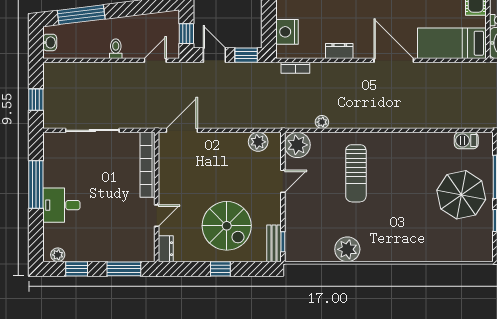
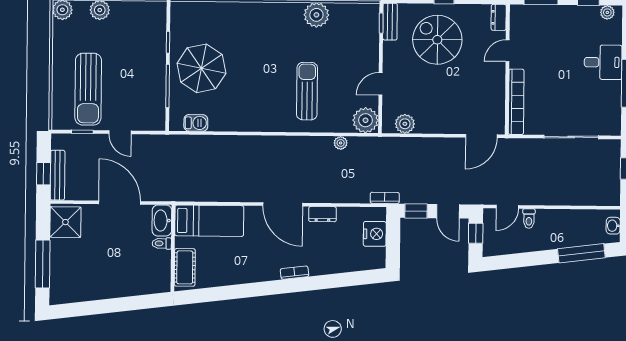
toilet: (116, 49) -> (529, 219), moved
door: (394, 60) -> (283, 204), moved
bookcase: (295, 68) -> (385, 198), moved

